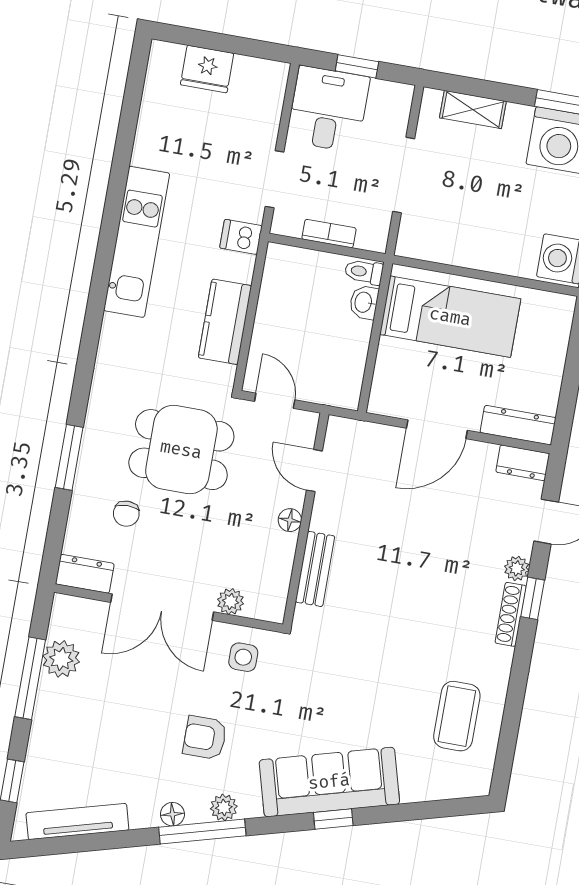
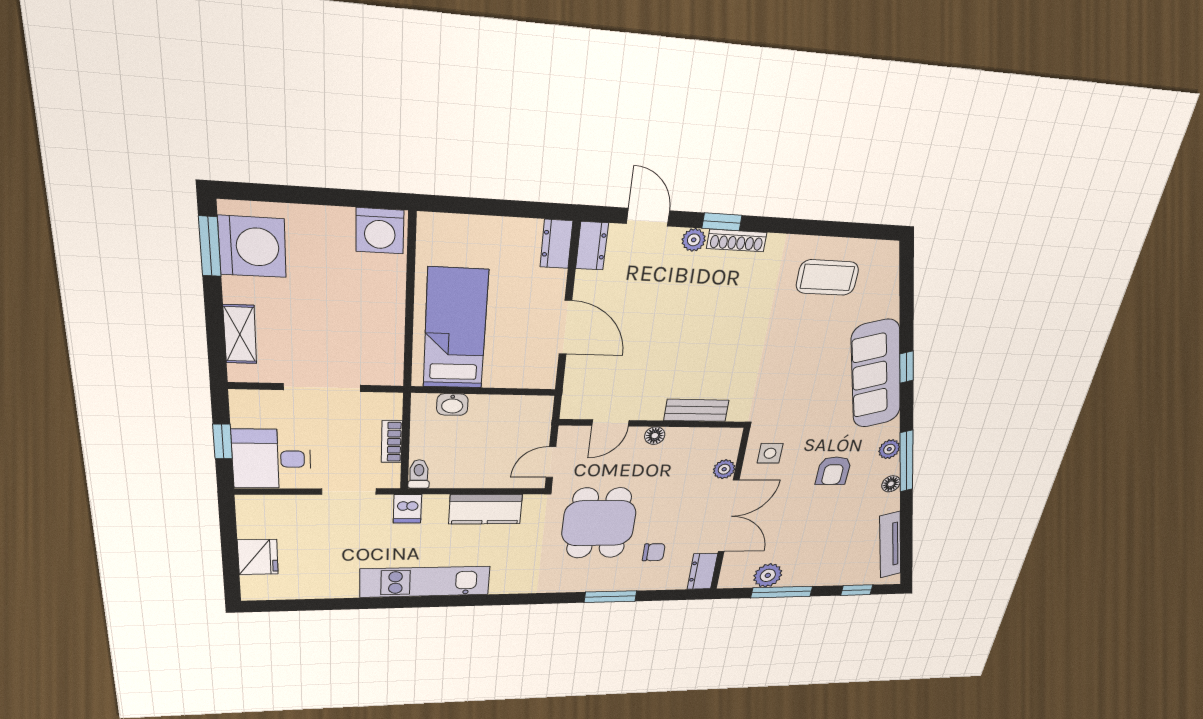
toilet: (364, 272) -> (419, 474), moved, turned 180
dresser: (518, 425) -> (556, 244), width x0.70

